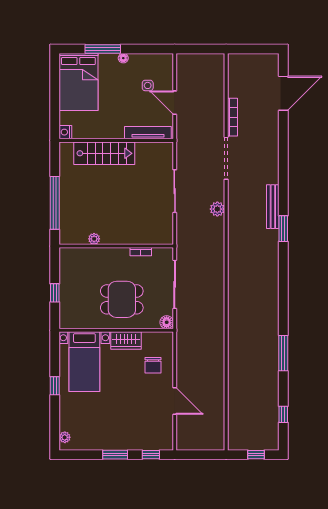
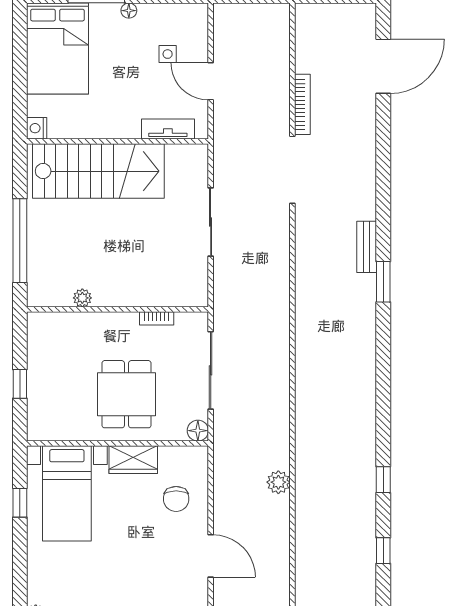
tv unit: (148, 133) -> (168, 129), width x0.71
stairs: (104, 153) -> (98, 171), width x1.36, depth x1.51
bench: (273, 207) -> (367, 247), width x0.73
plant: (217, 209) -> (278, 482), moved
dining table: (122, 299) -> (127, 394), turned 90
window: (283, 353) -> (383, 480), width x0.46
window: (55, 386) -> (20, 503), moved
window: (283, 414) -> (383, 551), moved

